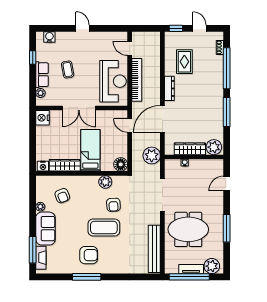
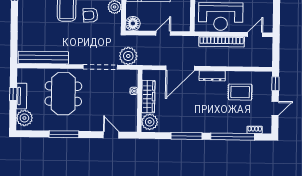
door: (162, 119) -> (180, 68), swing flipped
door: (130, 125) -> (163, 33), moved
plant: (152, 156) -> (128, 56), moved
window: (189, 277) -> (13, 94), width x0.32

